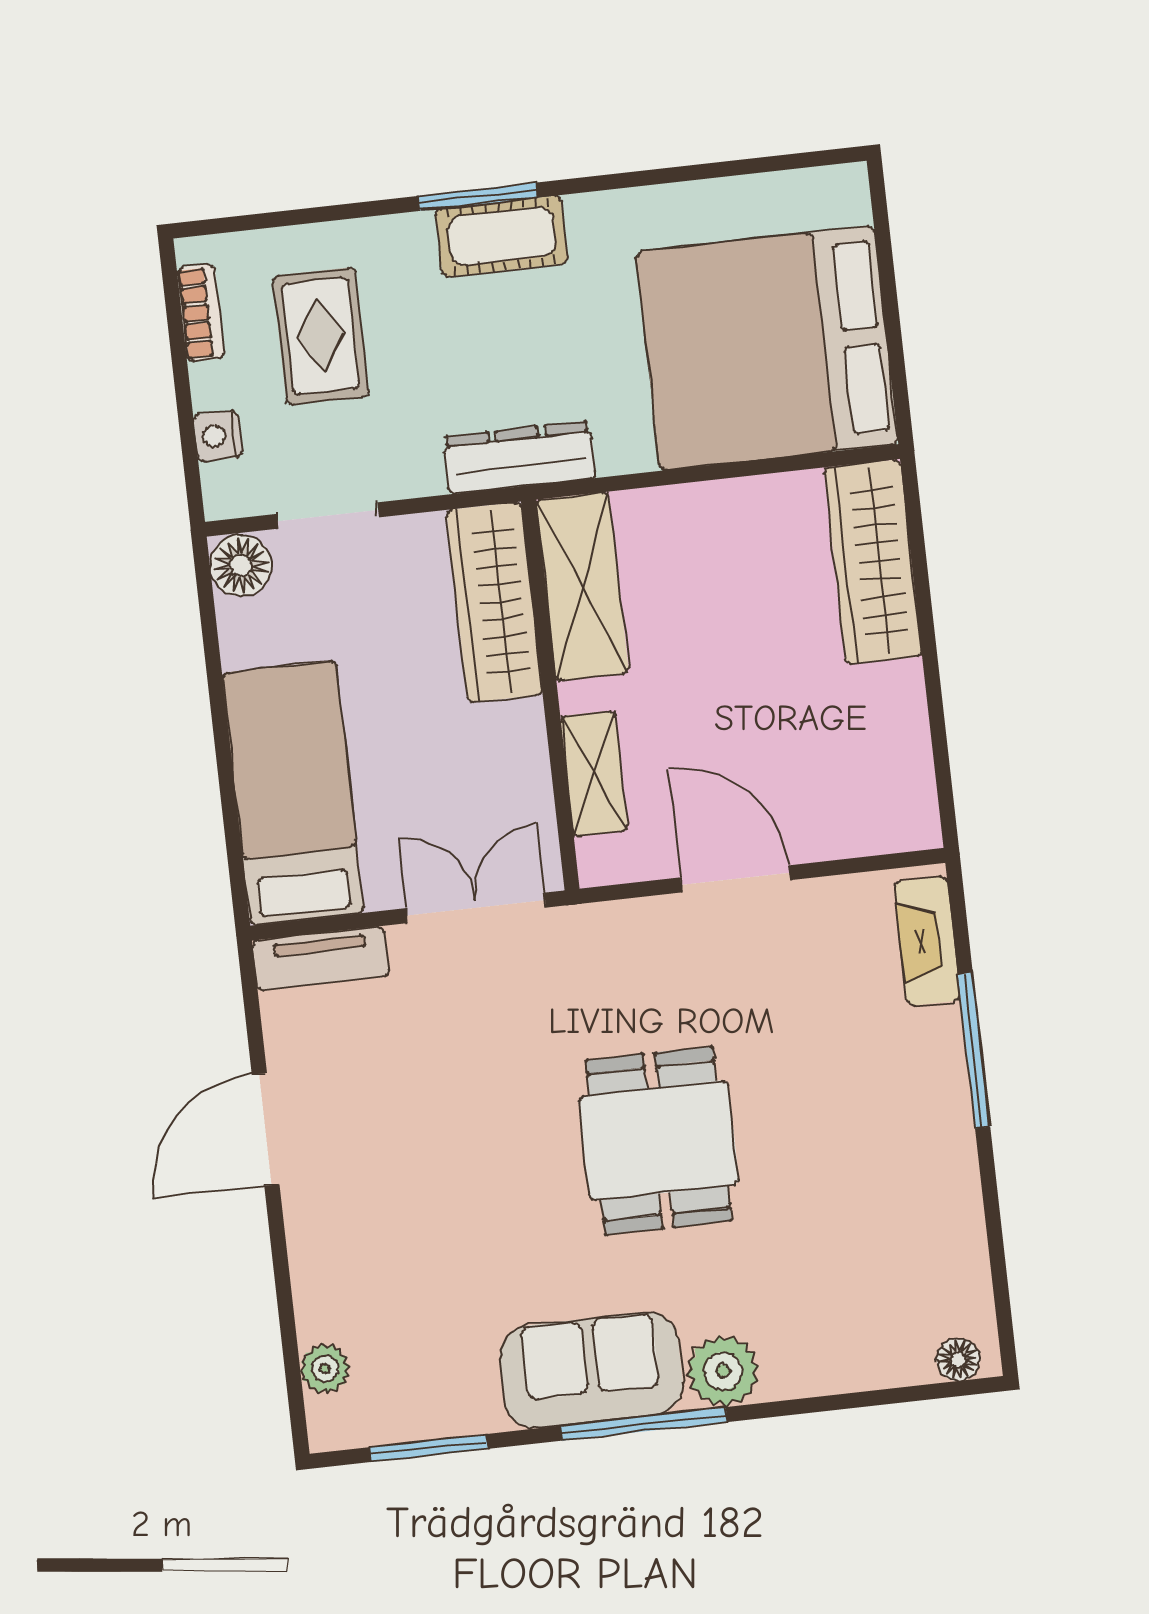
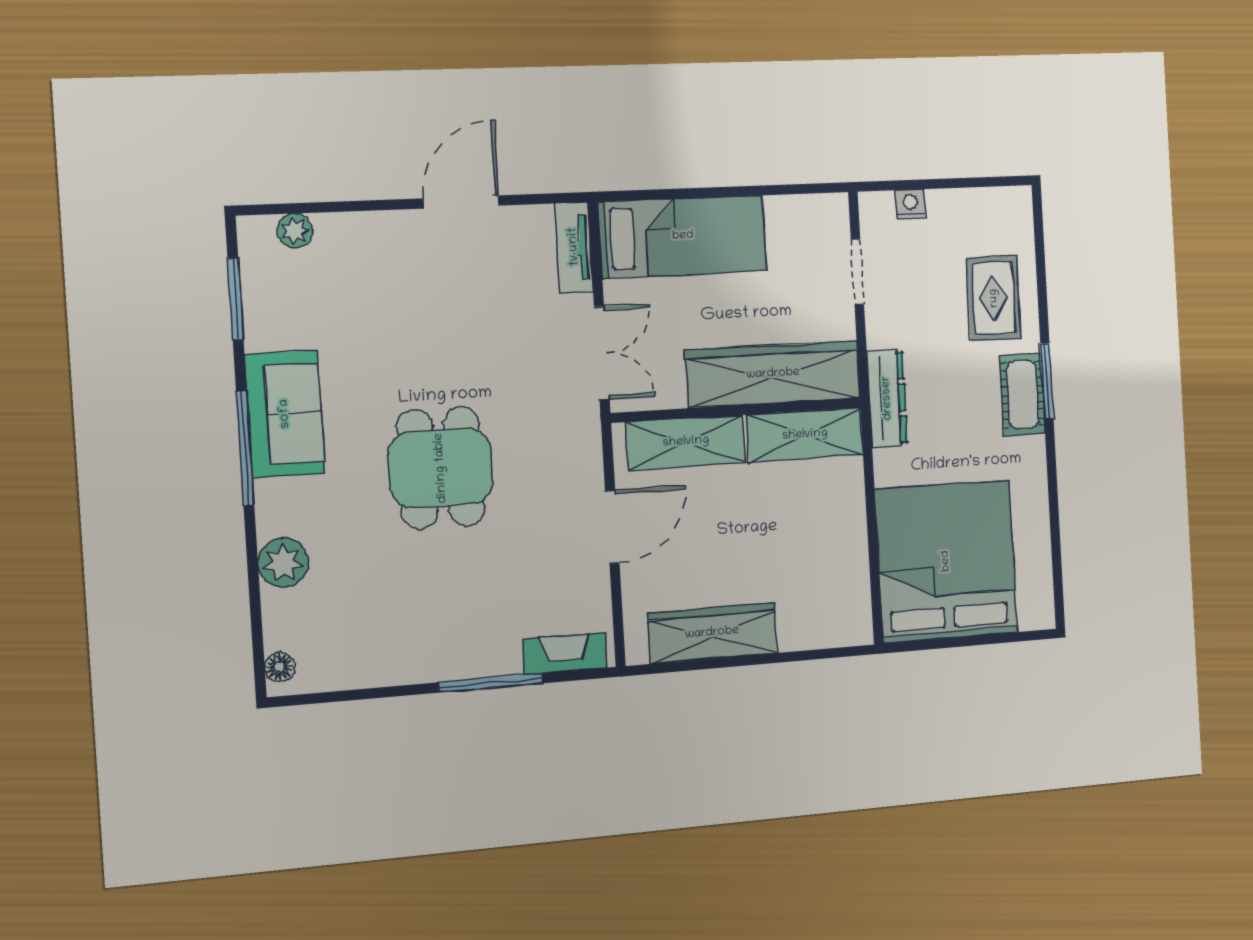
bookcase: (201, 313) -> (986, 199), removed
rug: (321, 336) -> (994, 298), moved, turned 90
wardrobe: (873, 562) -> (712, 633), moved
floor lamp: (241, 565) -> (829, 213), removed
wardrobe: (495, 602) -> (773, 374), width x1.40, depth x1.17
shelving: (594, 774) -> (686, 442), width x1.50, depth x1.33
door: (266, 1129) -> (461, 202), hinge flipped
dining table: (659, 1140) -> (441, 468), turned 90
plant: (723, 1371) -> (283, 563), moved

